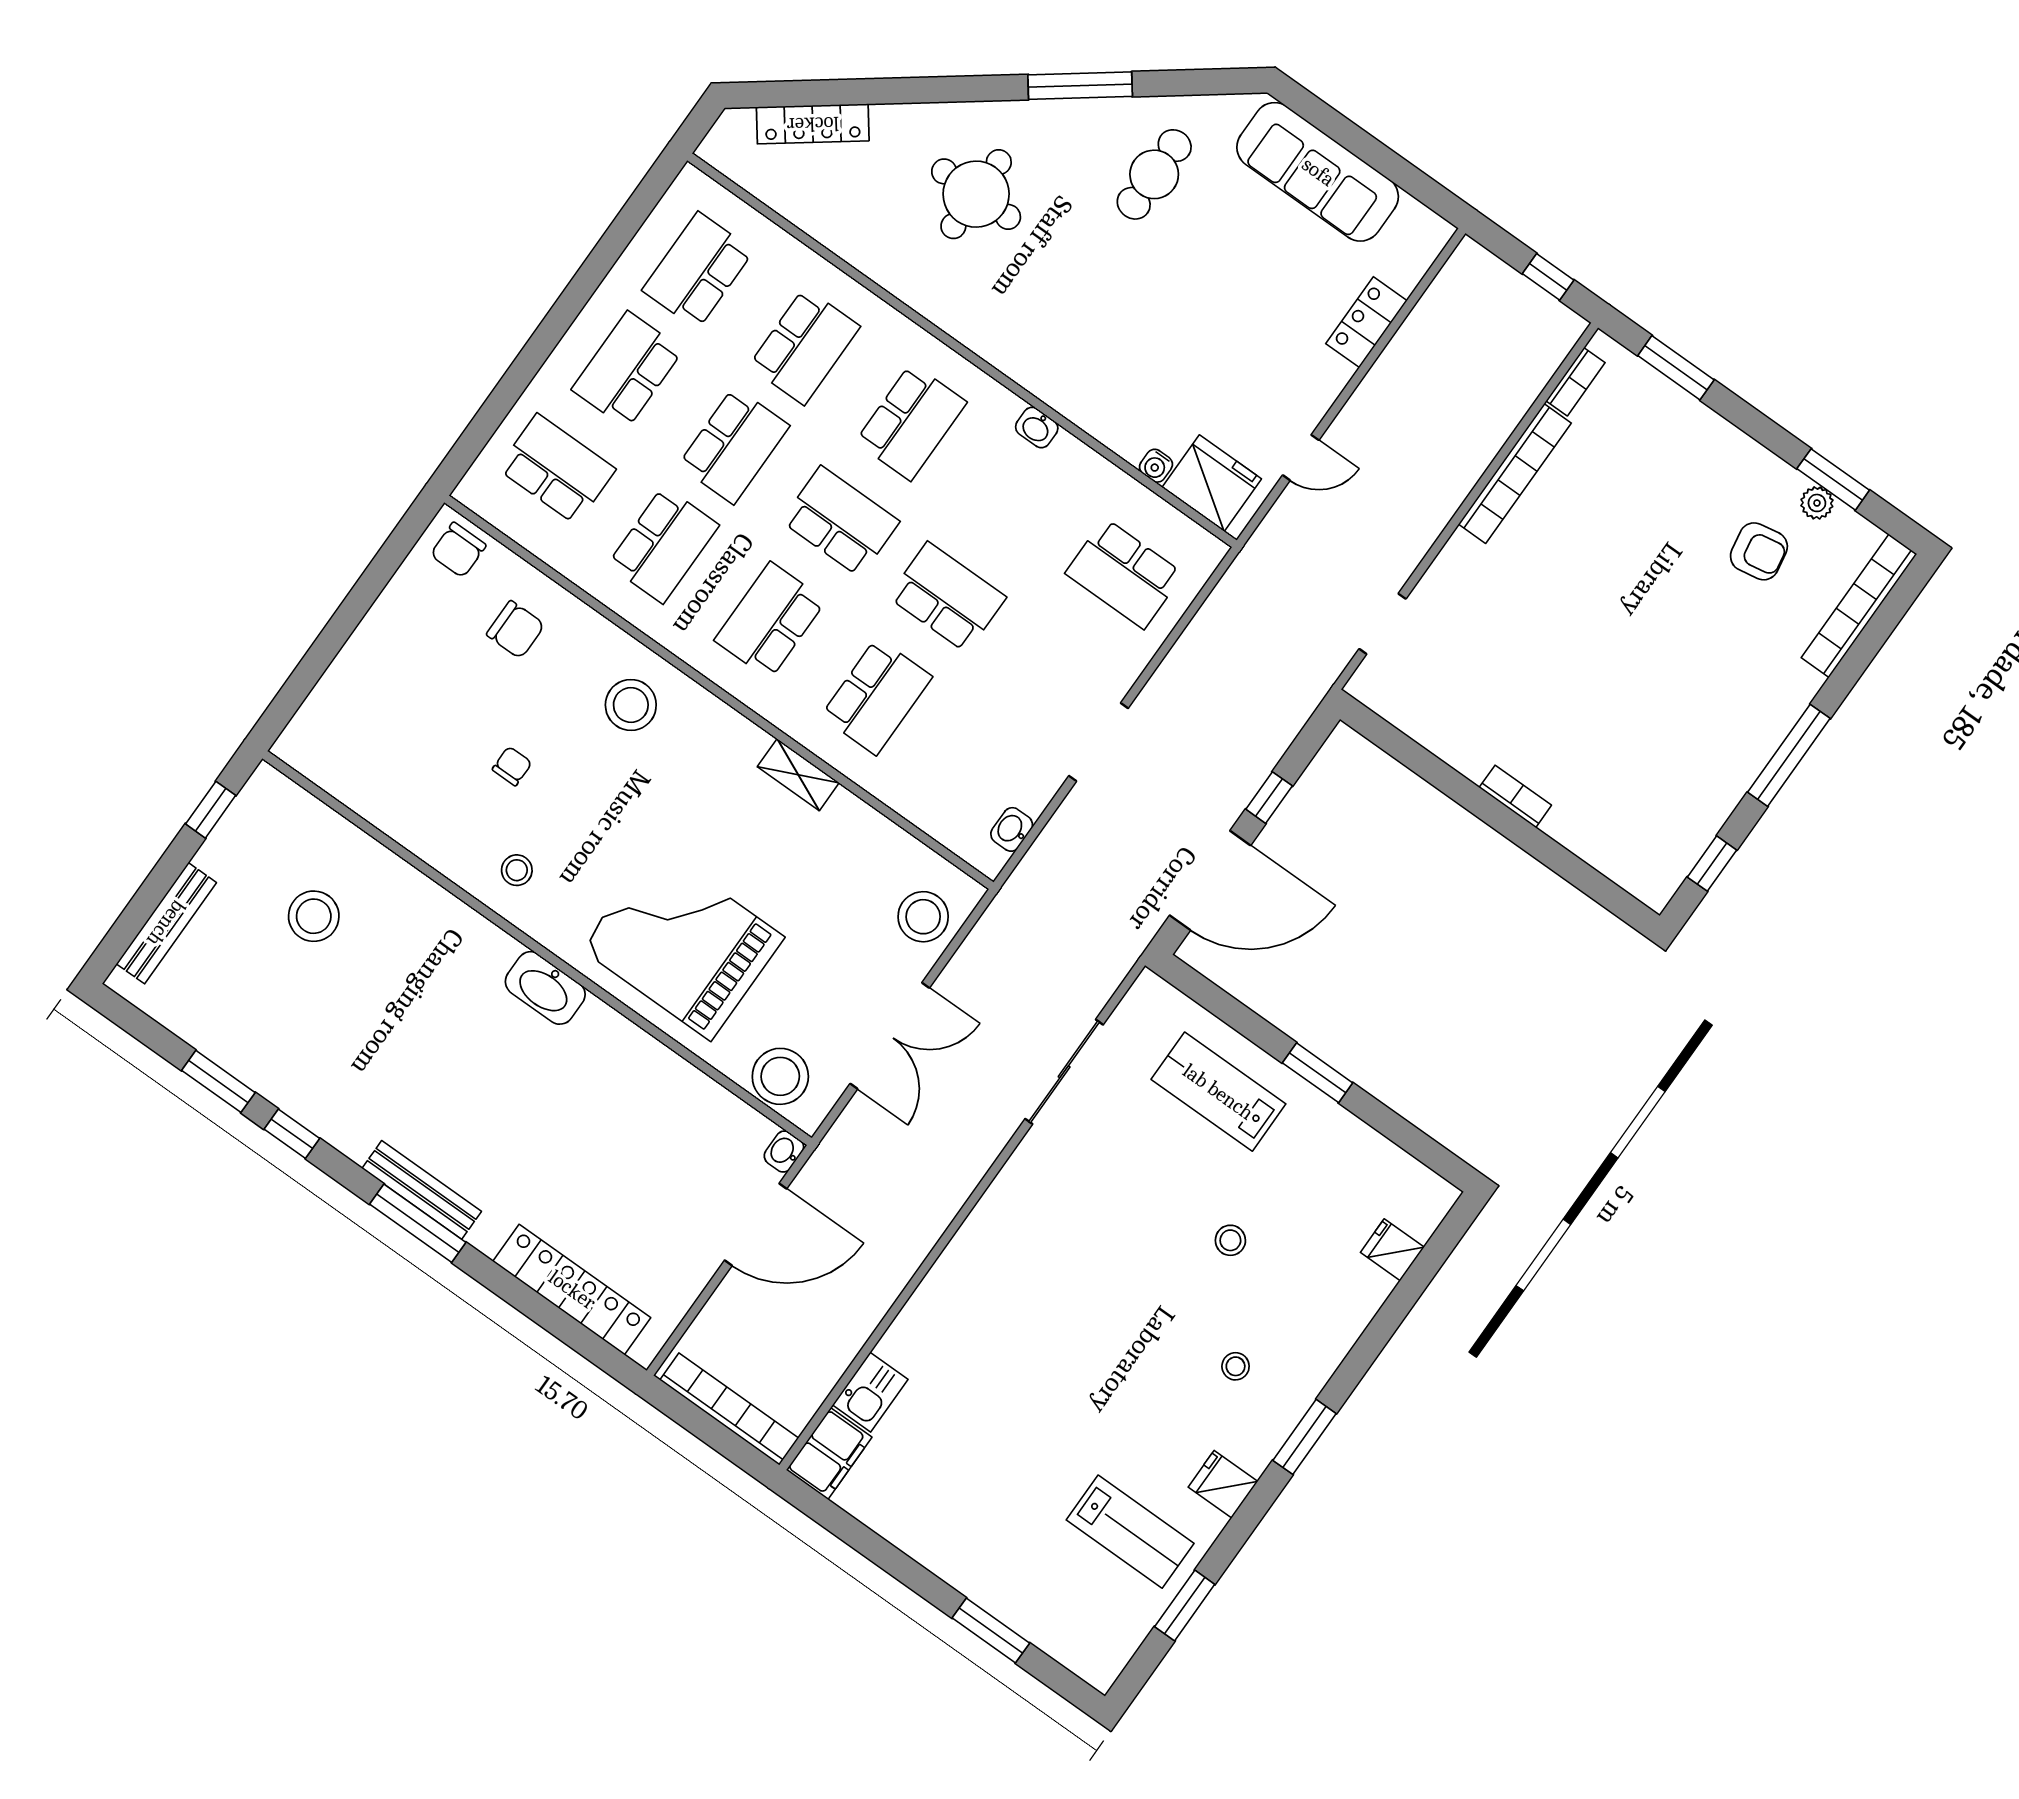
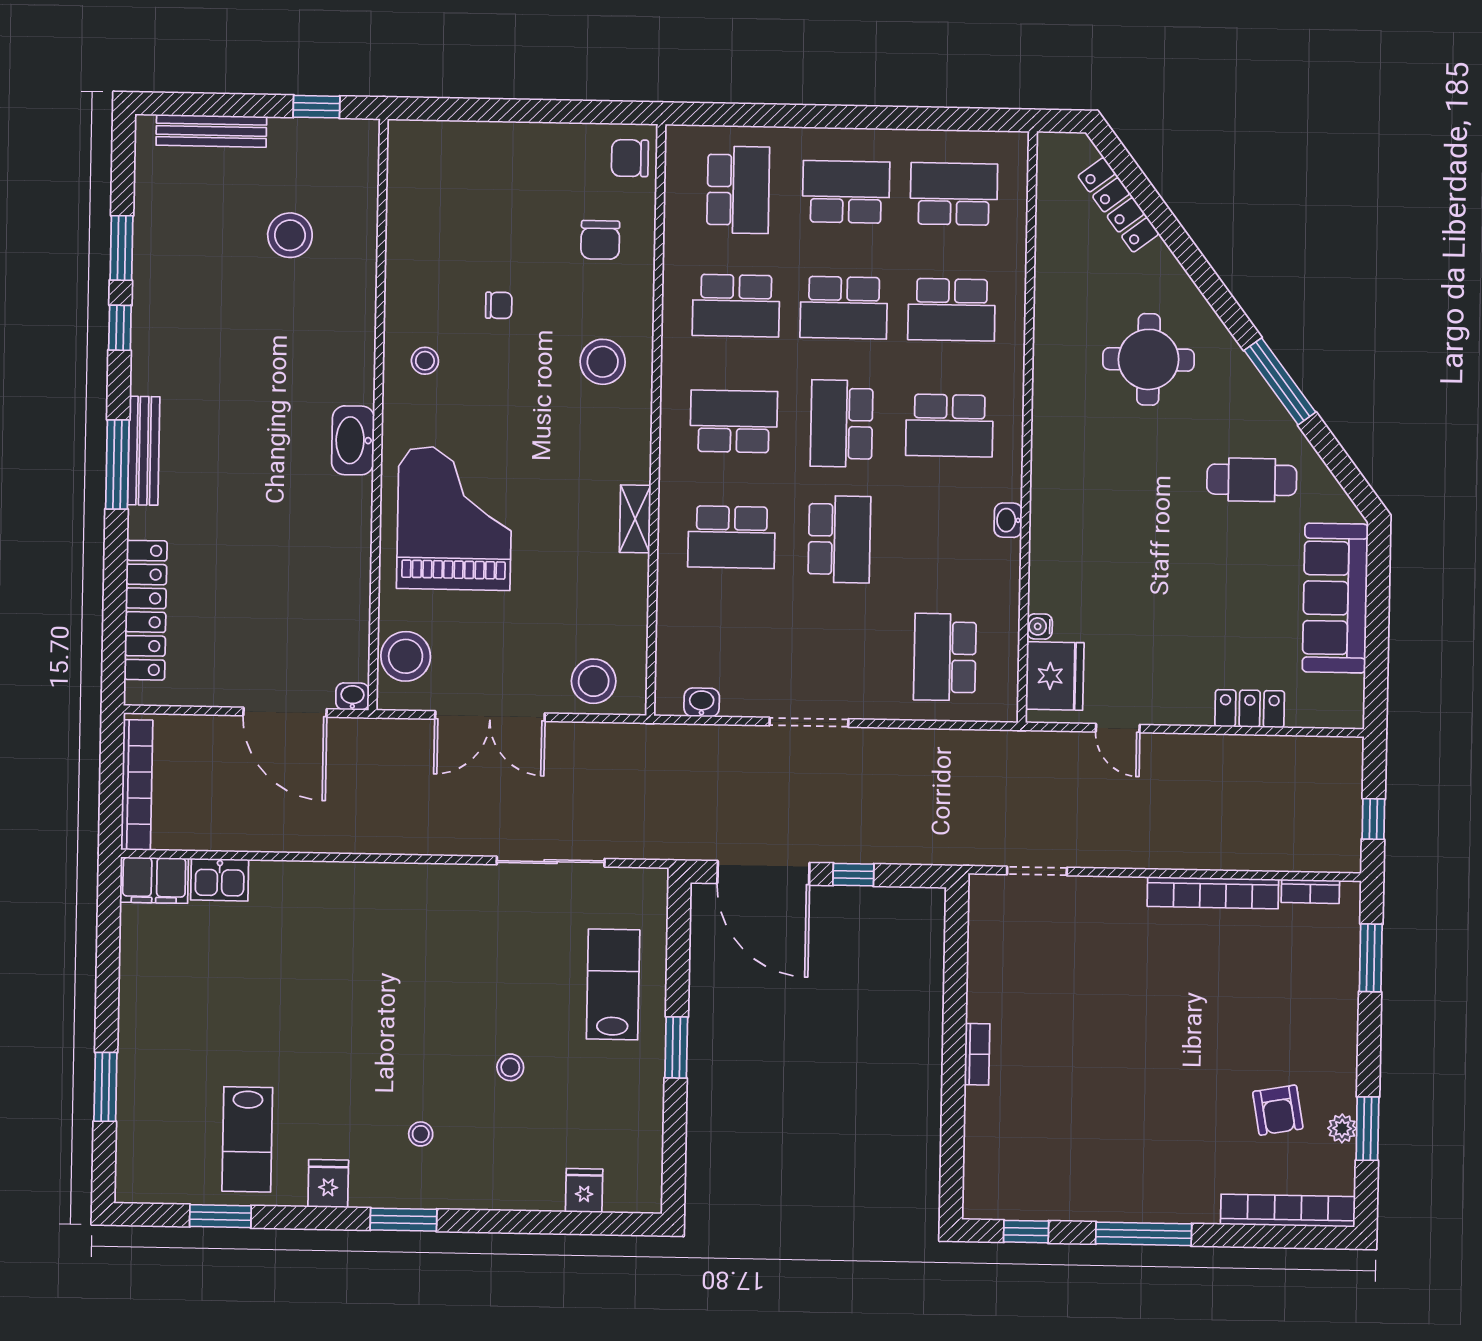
school desk: (840, 521) -> (842, 423), turned 180

